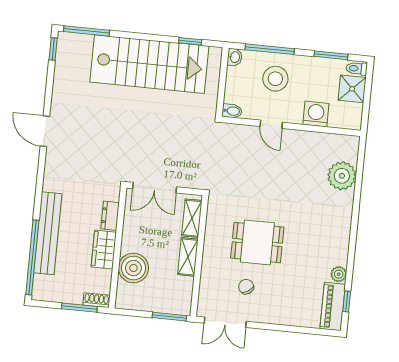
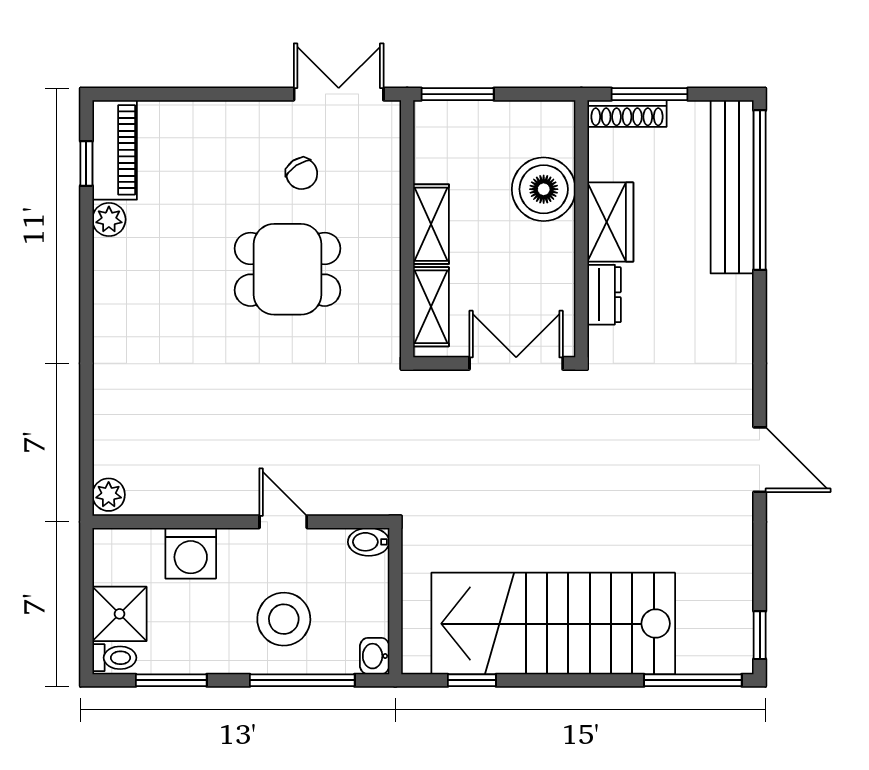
plant: (342, 176) -> (109, 495), moved, width x0.53, depth x0.53
bench: (48, 233) -> (732, 187), moved
shoe rack: (96, 300) -> (627, 114), width x1.43

